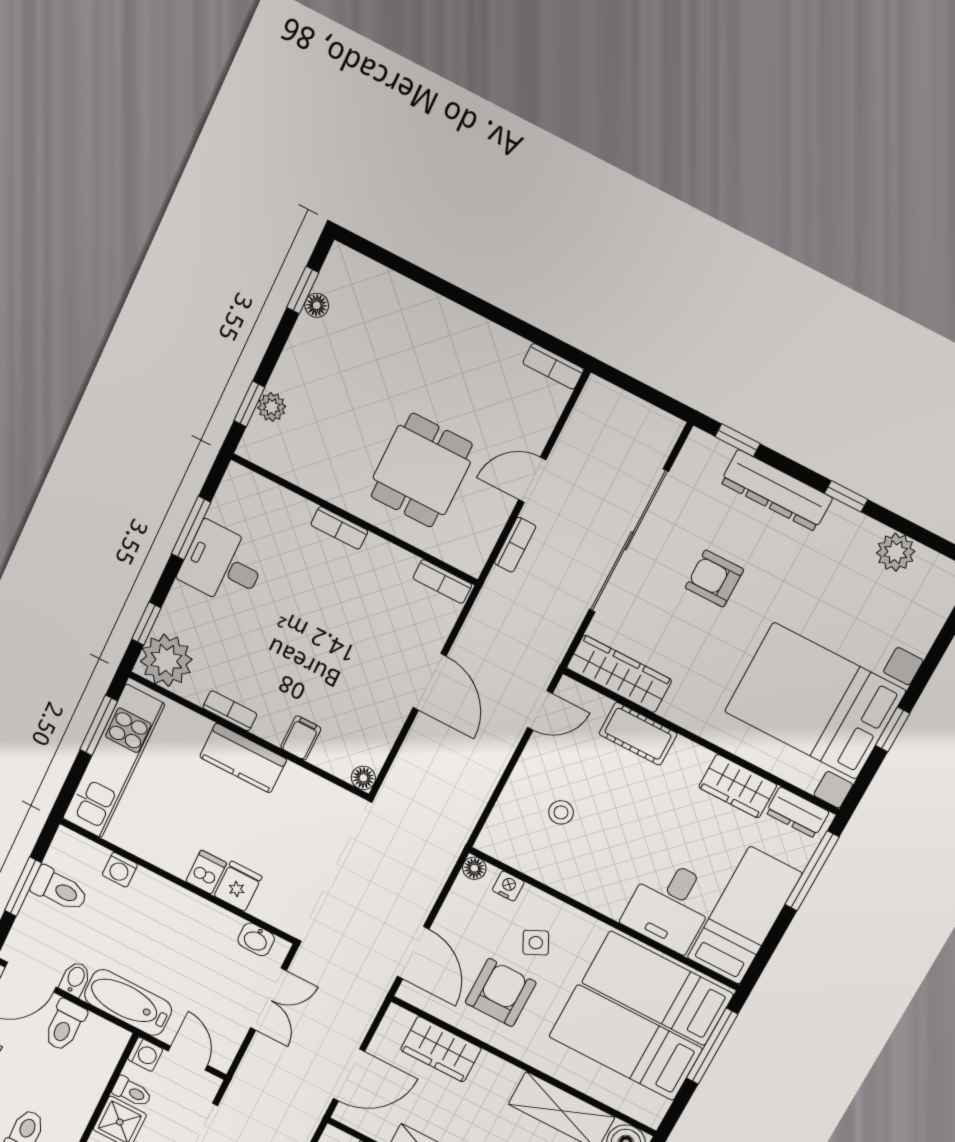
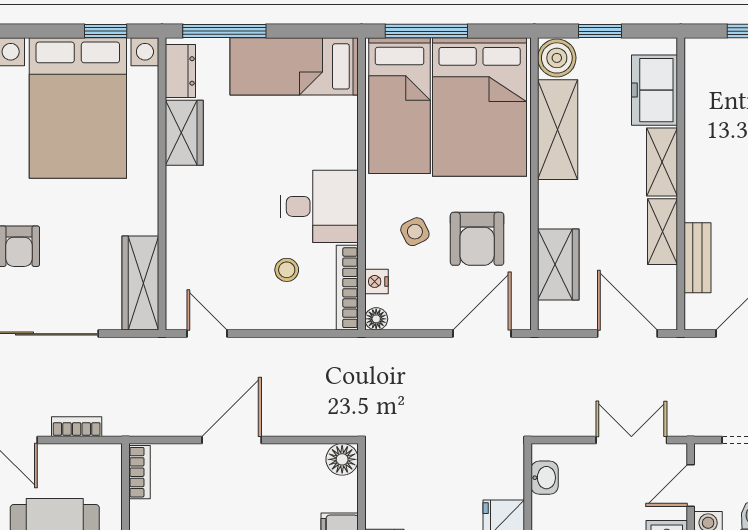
window: (893, 729) -> (106, 31), moved
cot: (638, 734) -> (183, 240), removed
floor lamp: (363, 778) -> (342, 459), width x1.37, depth x1.37
bookcase: (516, 858) -> (347, 288), added
desk: (670, 905) -> (319, 206), moved
armchair: (501, 993) -> (477, 239), turned -90
double door: (268, 999) -> (631, 440), moved
bed: (626, 1043) -> (480, 107), width x1.50

